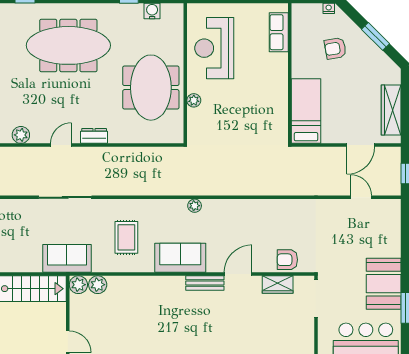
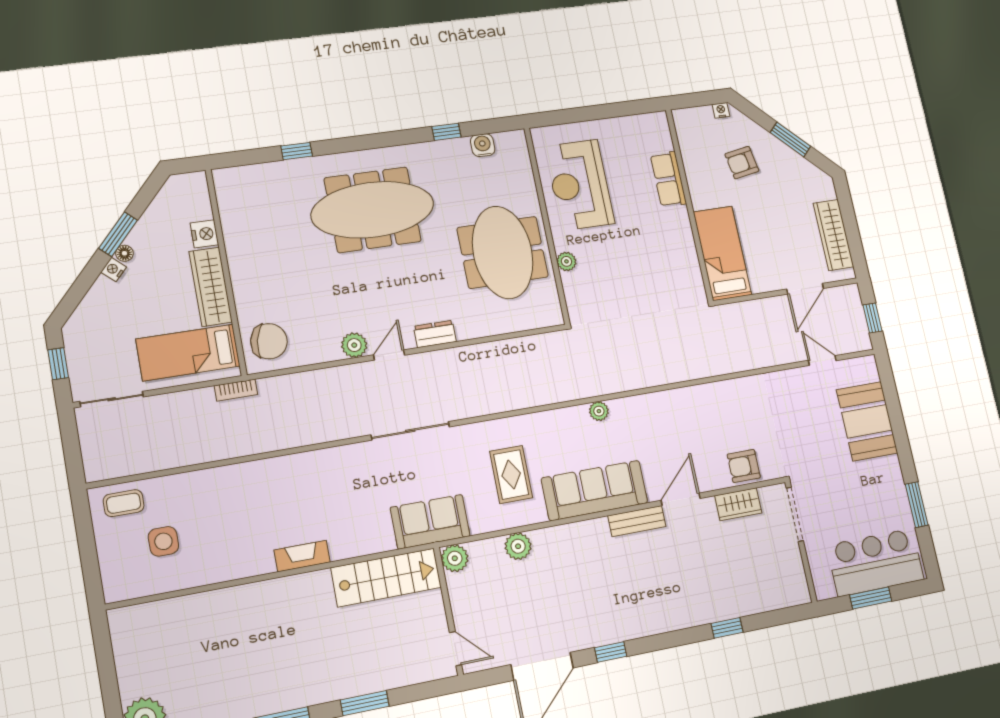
row of seats: (279, 32) -> (668, 179), moved
plant: (21, 135) -> (354, 345), moved
sofa: (180, 258) -> (595, 490), width x1.36
booth: (384, 284) -> (867, 421), moved
plant: (98, 285) -> (518, 546), moved

